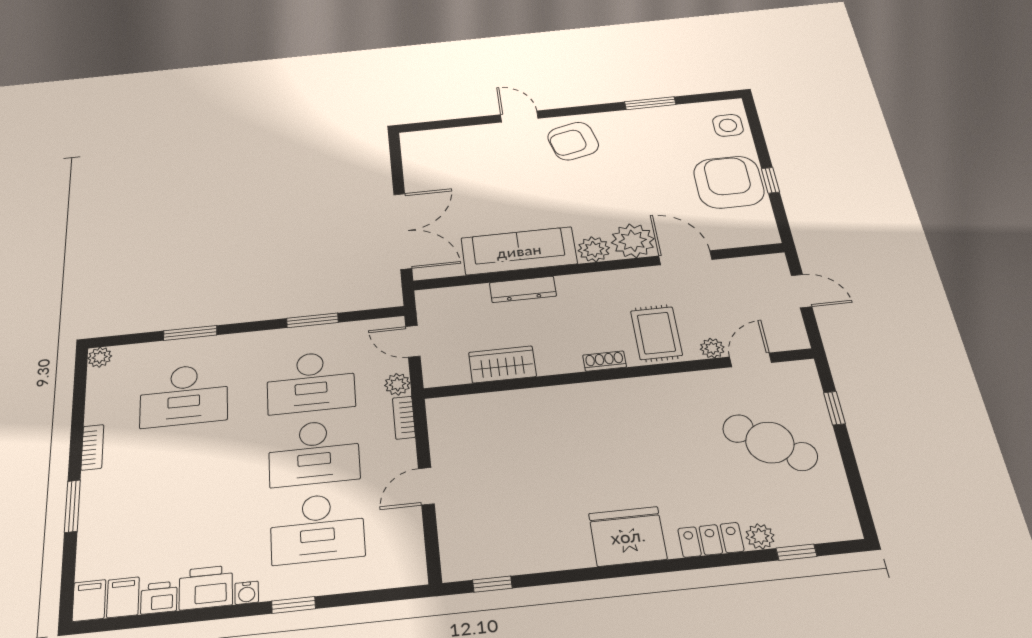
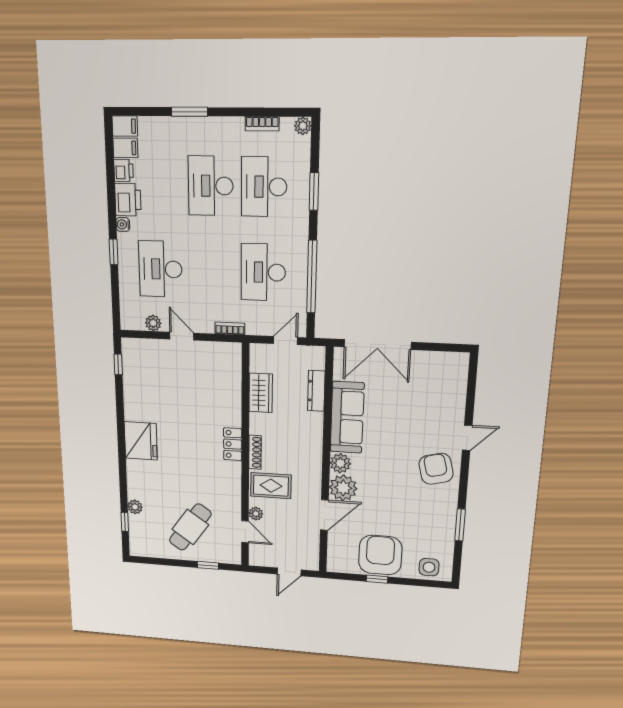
armchair: (729, 182) -> (380, 555), turned -90
dresser: (523, 289) -> (316, 391), moved
window: (312, 320) -> (312, 277), width x2.11
shoe rack: (605, 361) -> (255, 452), width x1.43
plant: (397, 384) -> (153, 323), moved
bookcase: (92, 447) -> (262, 124), moved
desk: (314, 453) -> (211, 186), moved
locker: (711, 540) -> (233, 444), moved, turned 180

